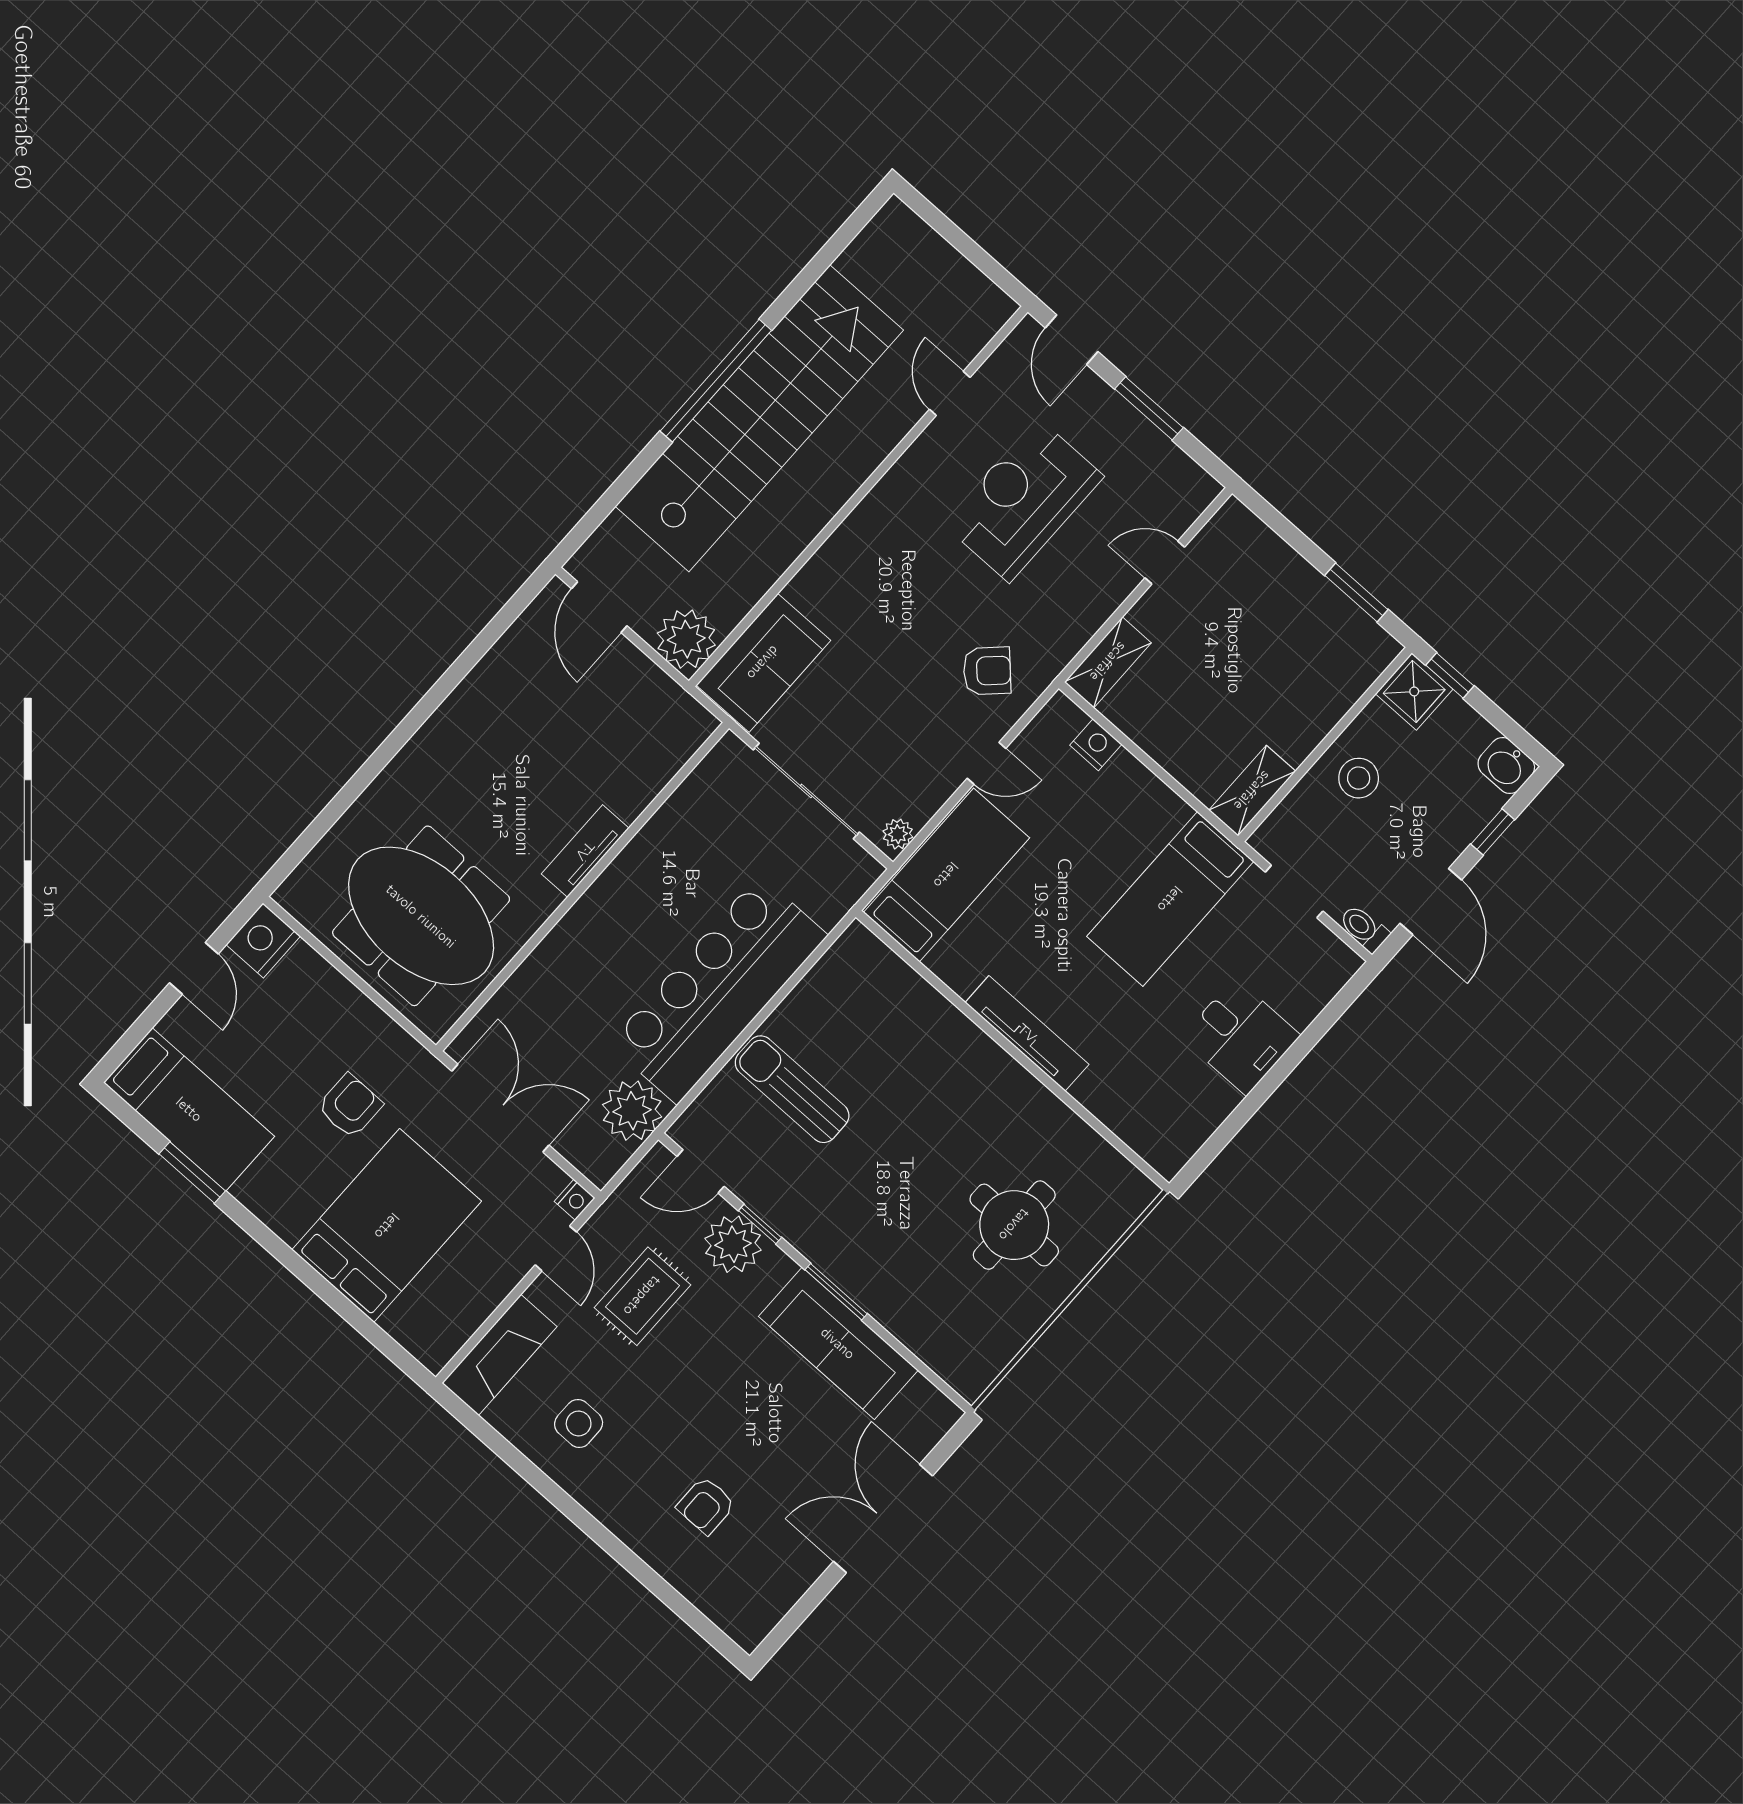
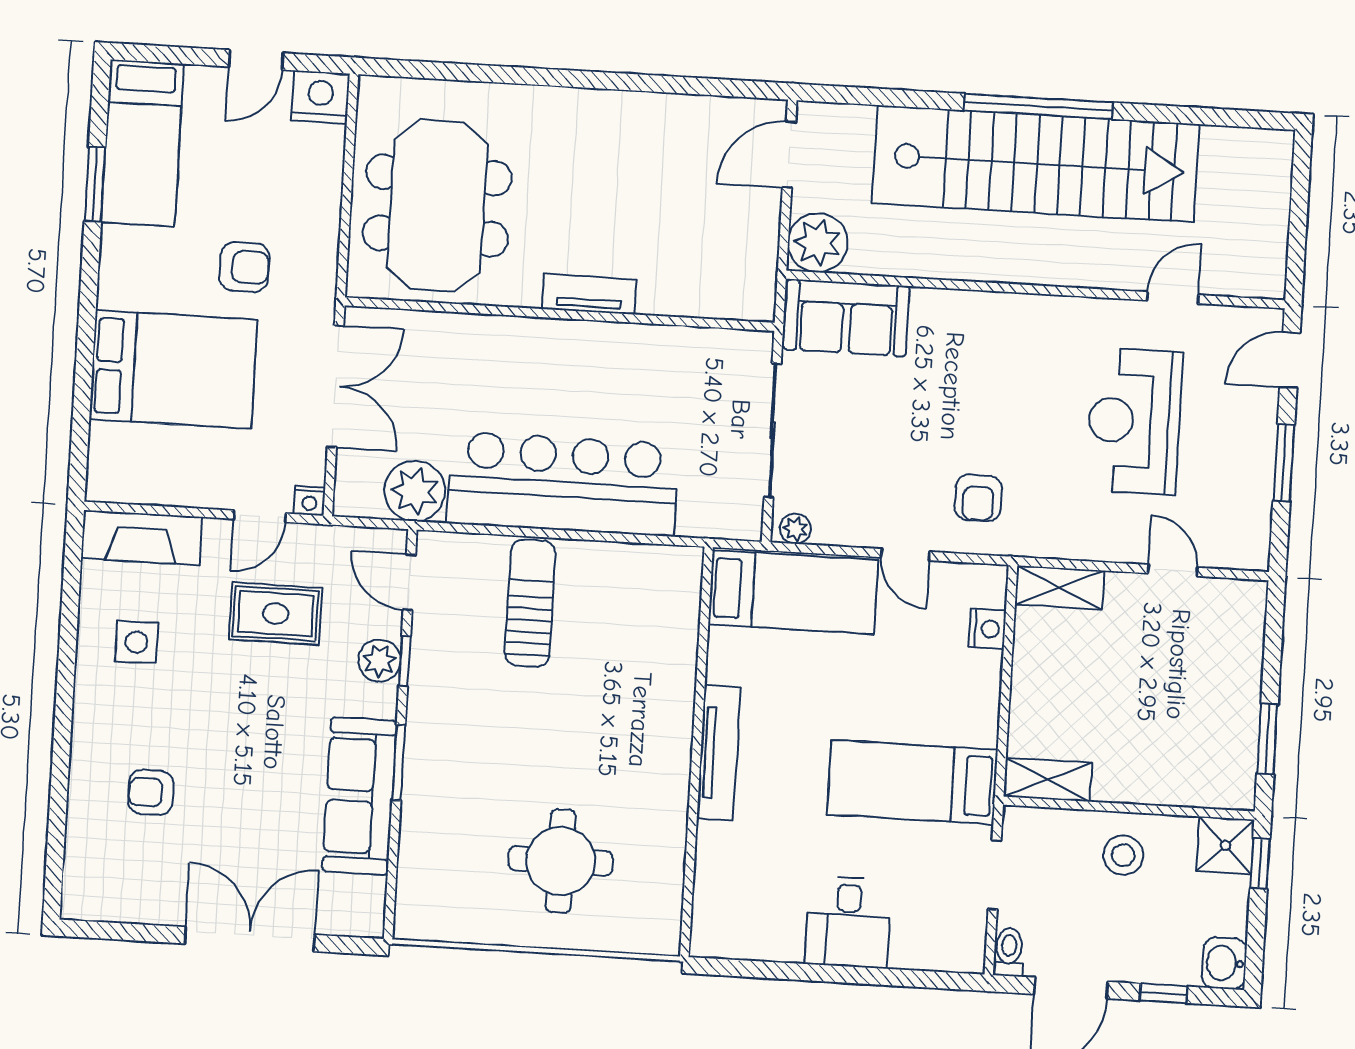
reception desk: (1023, 500) -> (1134, 421), turned -90
armchair: (987, 671) -> (978, 498), turned 44
plant: (733, 1244) -> (379, 661), width x0.73, depth x0.73

